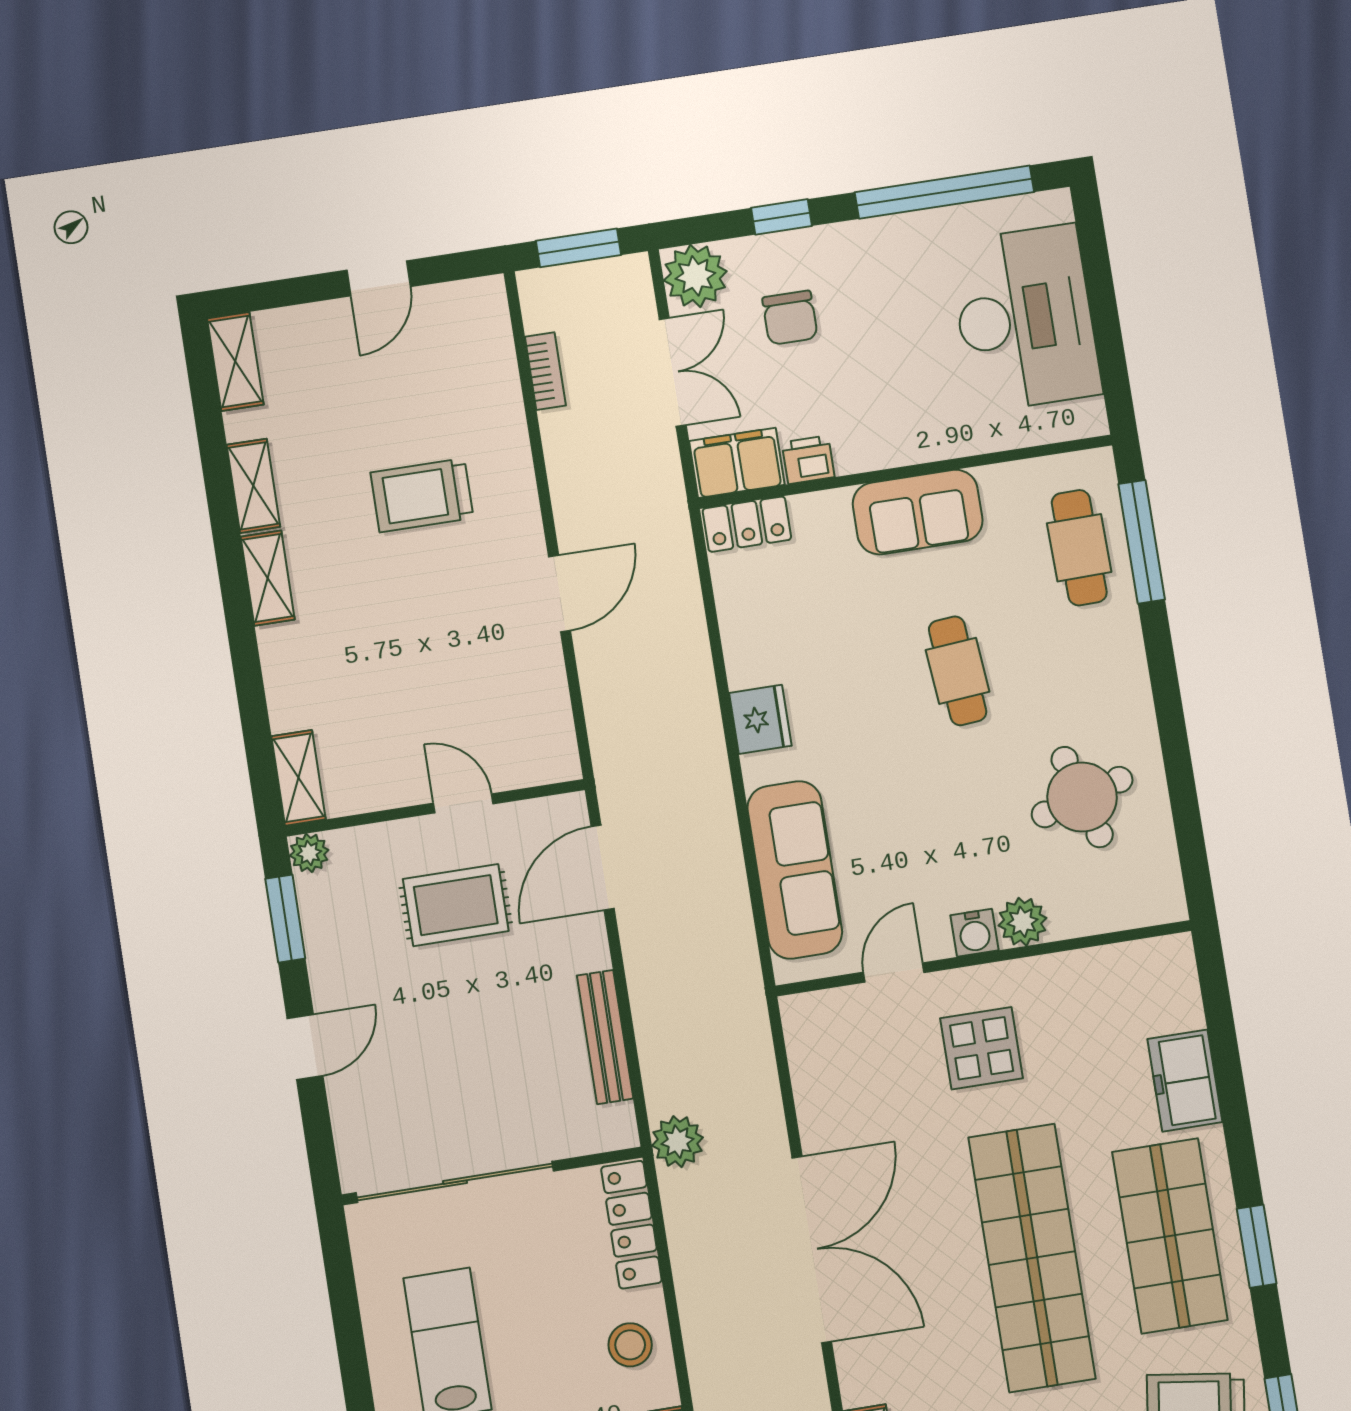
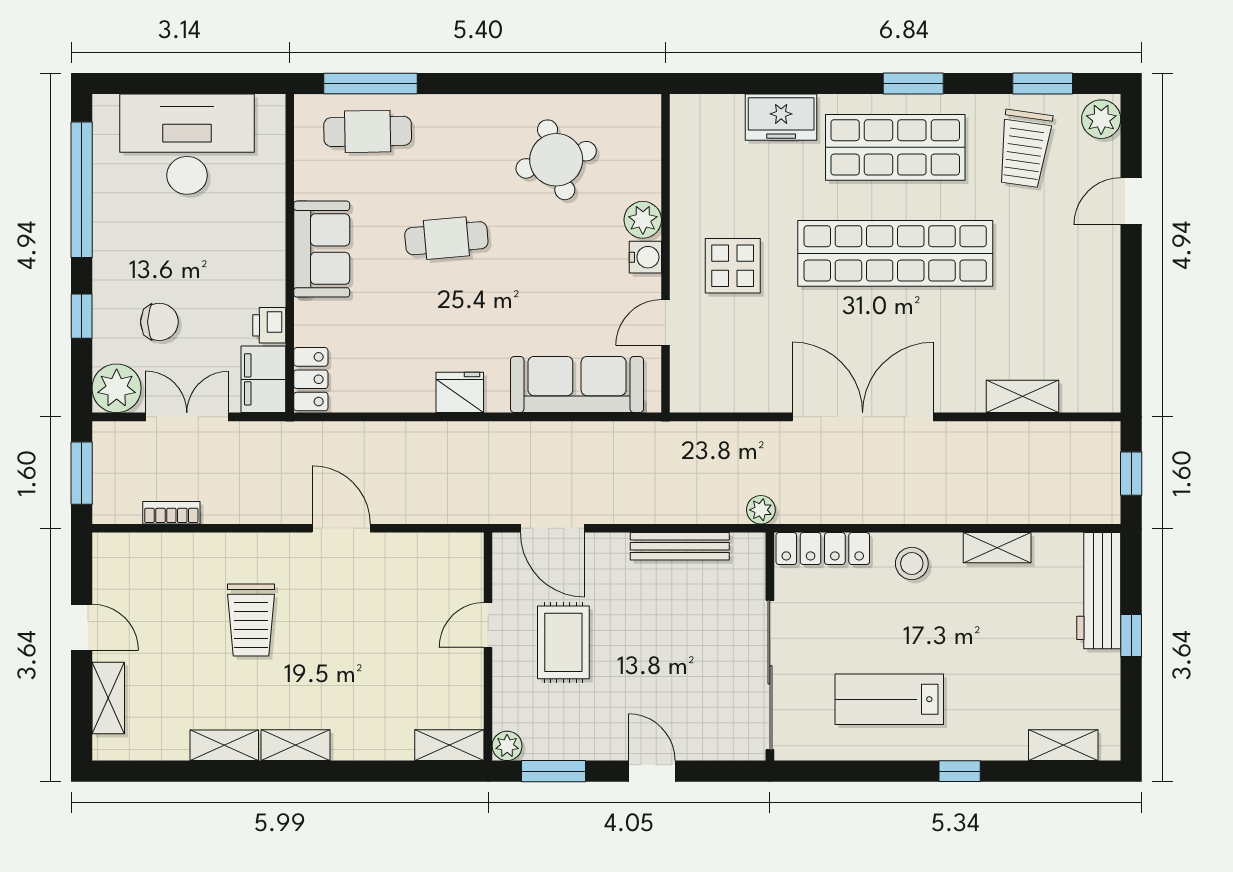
shelving: (235, 361) -> (108, 698), moved, turned 90
door: (894, 972) -> (666, 323), hinge flipped
plant: (678, 1142) -> (761, 510), width x0.73, depth x0.73

